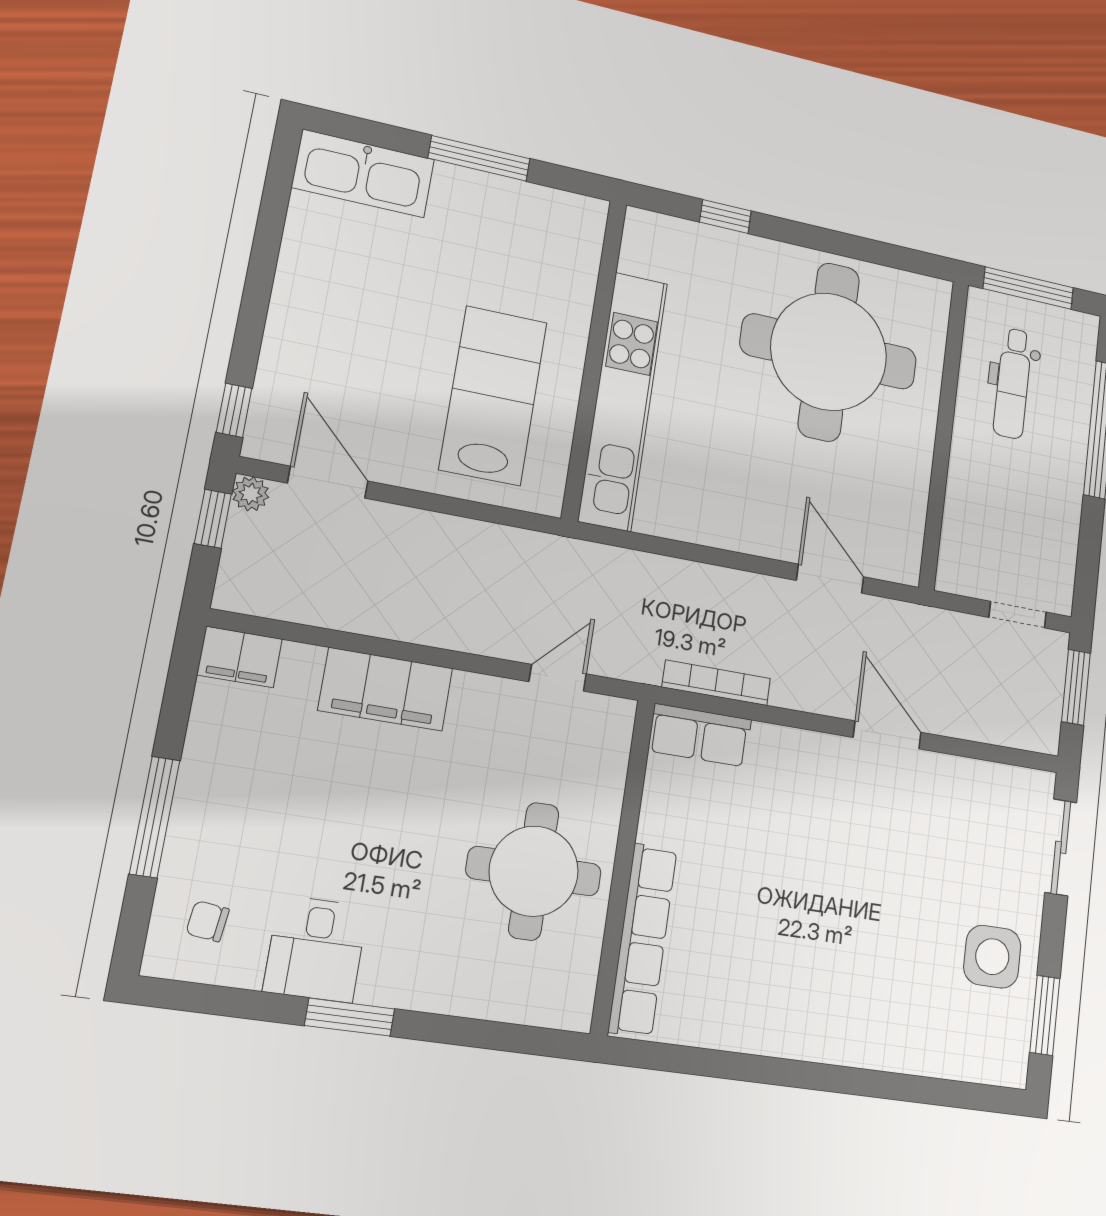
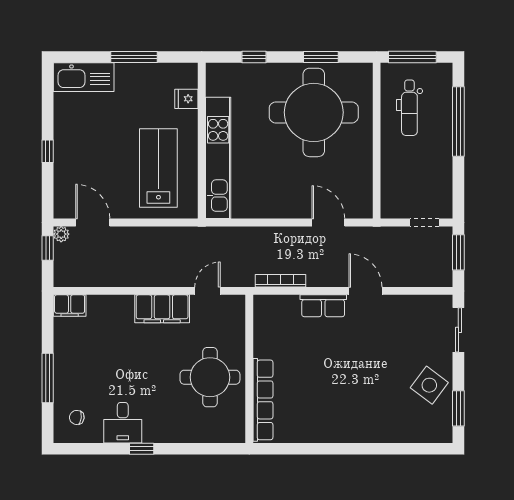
window: (856, 247) -> (321, 57), added
fridge: (575, 267) -> (186, 99), added
window: (234, 410) -> (48, 151), moved
filing cabinet: (386, 689) -> (162, 309), moved
row of seats: (700, 735) -> (323, 306), moved
side table: (992, 957) -> (429, 385), turned 37
window: (350, 1017) -> (142, 449), width x0.67

